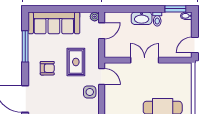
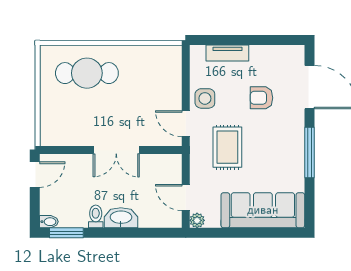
door: (102, 31) -> (186, 198), hinge flipped
window: (25, 46) -> (309, 153), moved
armchair: (47, 68) -> (261, 98), moved

